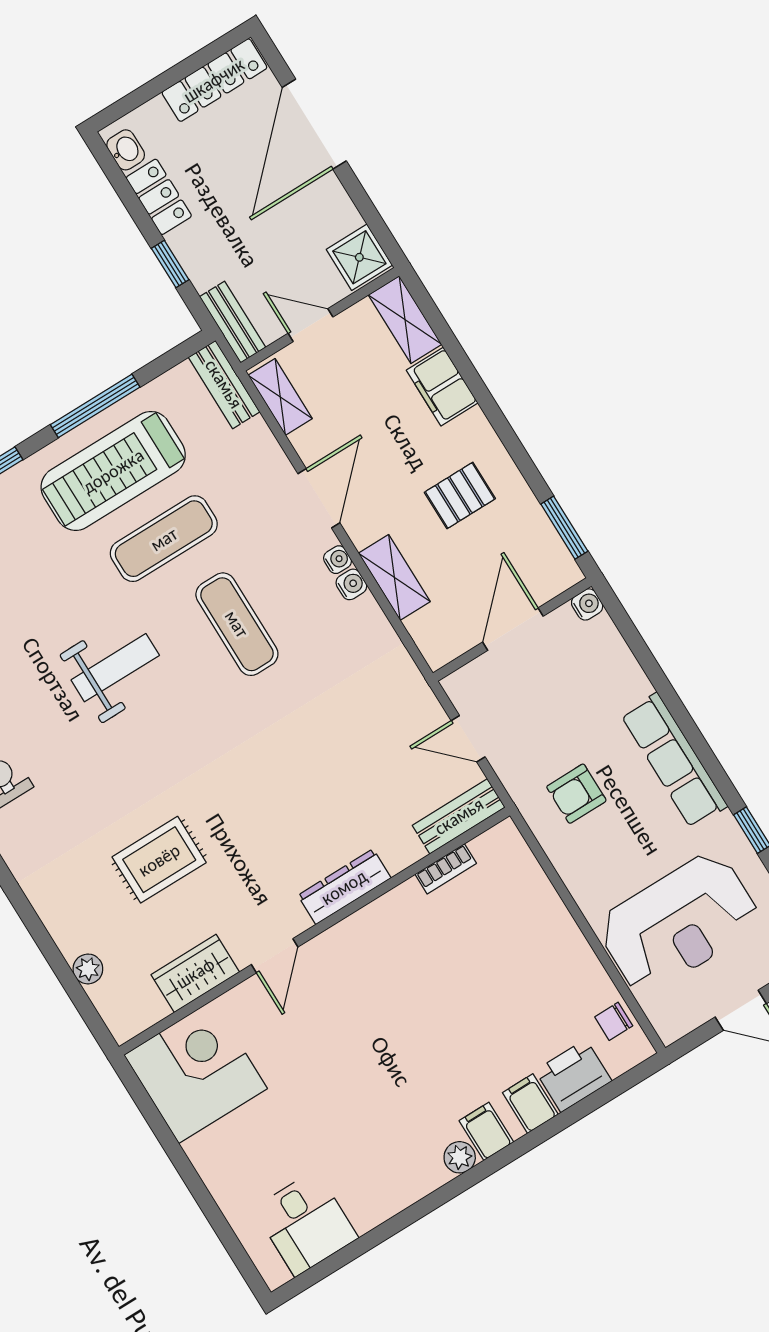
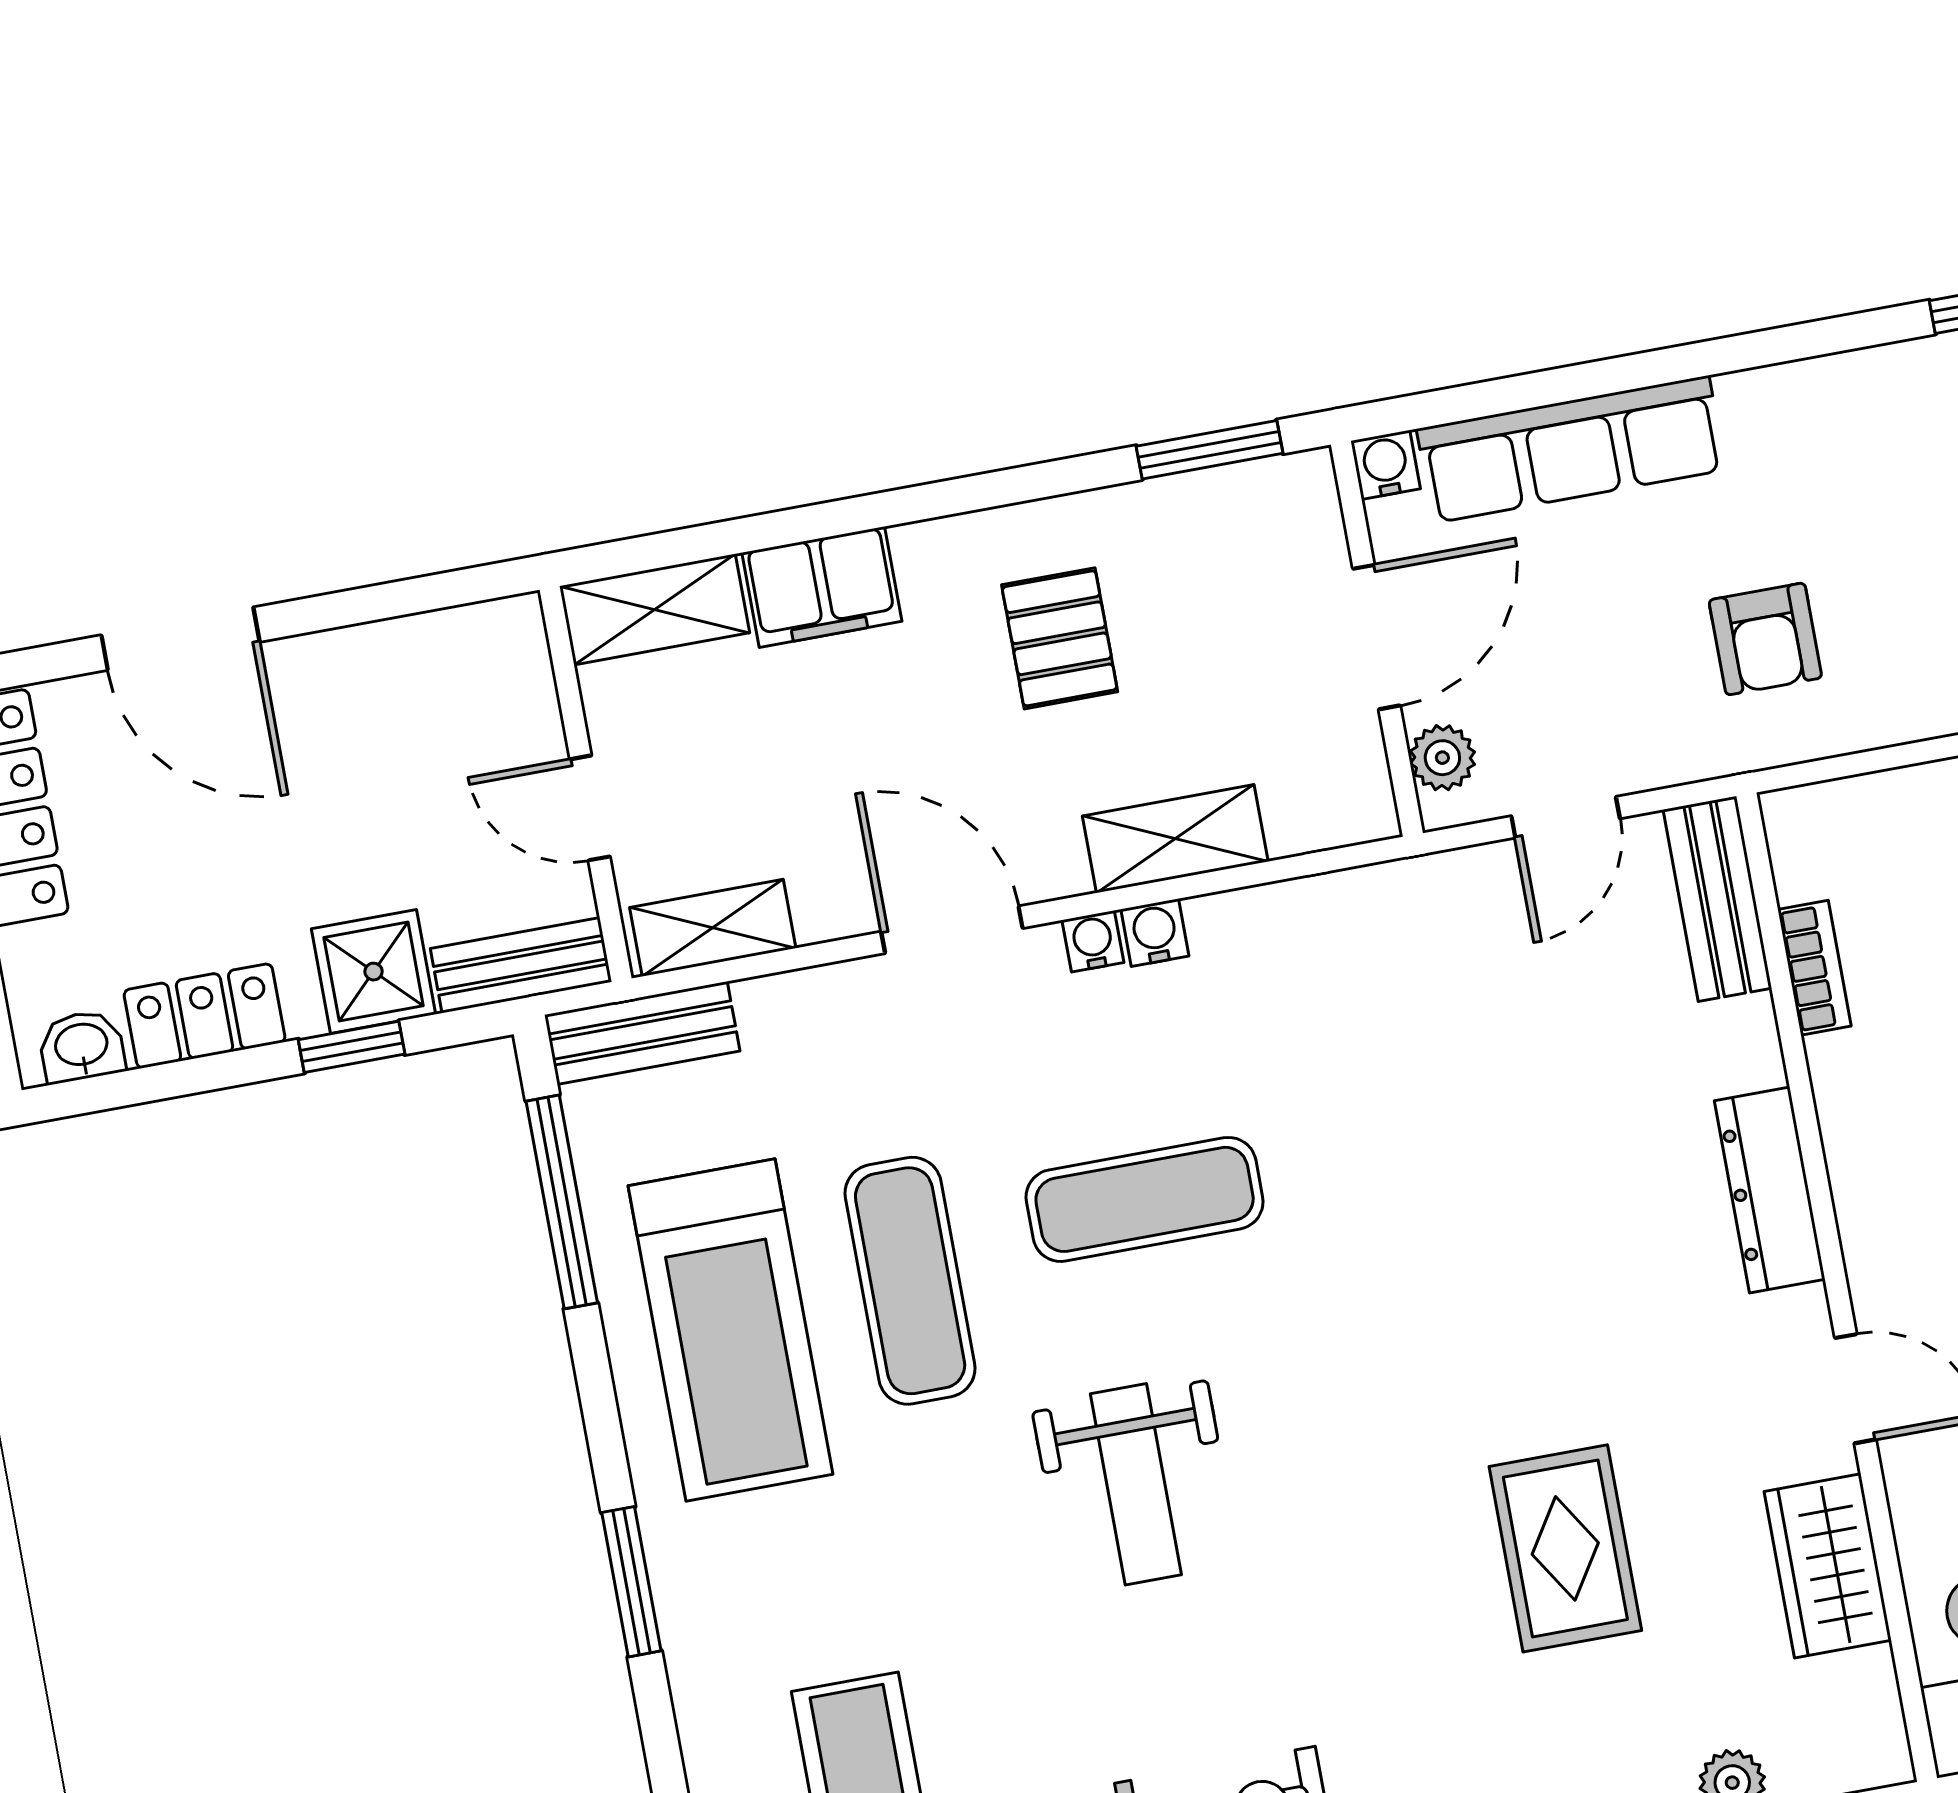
door: (314, 124) -> (180, 639), width x0.73
shower: (359, 257) -> (374, 972), moved
door: (310, 325) -> (590, 808), hinge flipped
window: (95, 406) -> (562, 1202), moved
door: (513, 629) -> (1377, 637), swing flipped
weight bench: (115, 668) -> (1136, 1484), turned 180
plant: (473, 677) -> (1442, 758), added
row of seats: (674, 760) -> (1571, 449), moved

